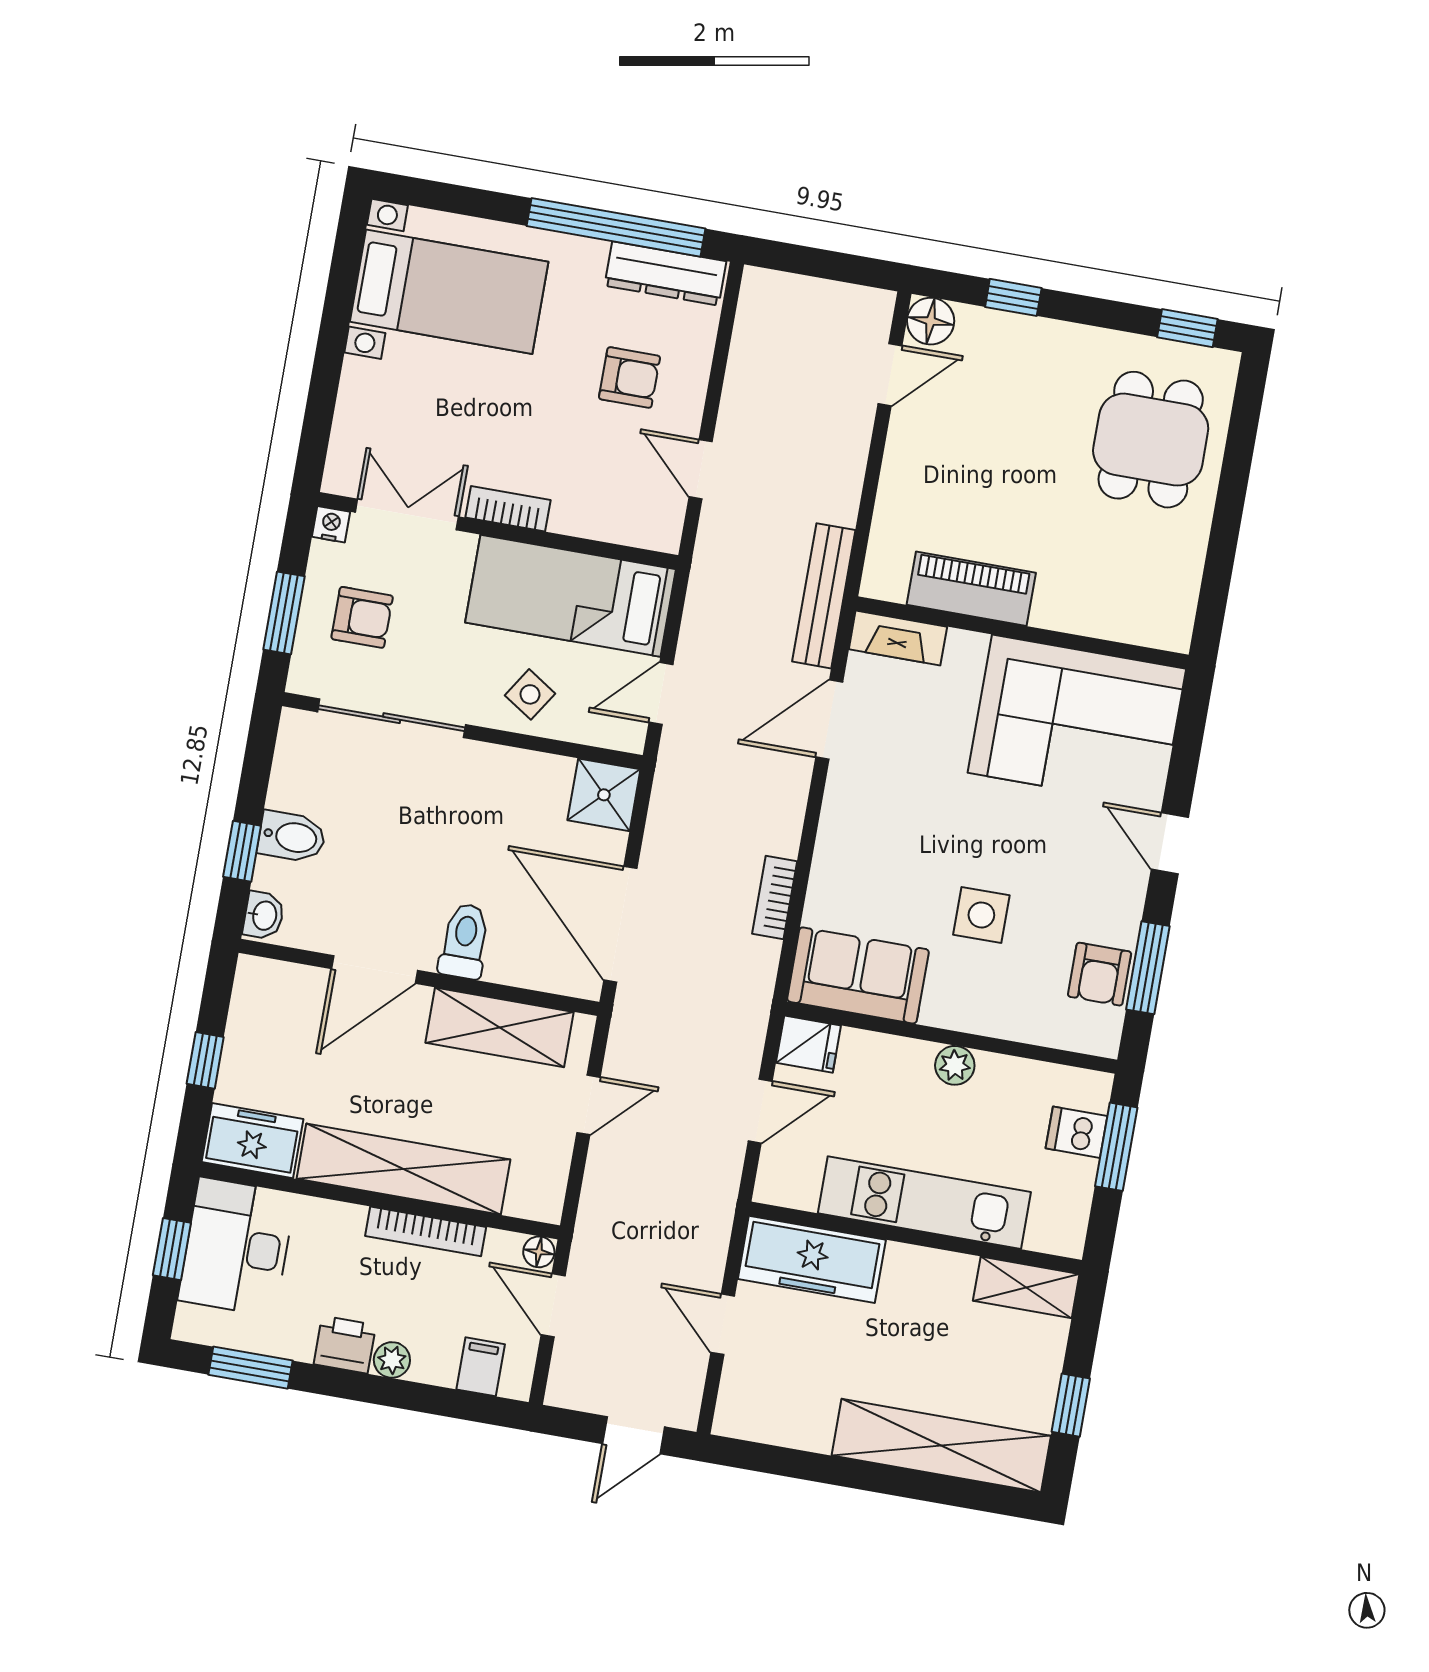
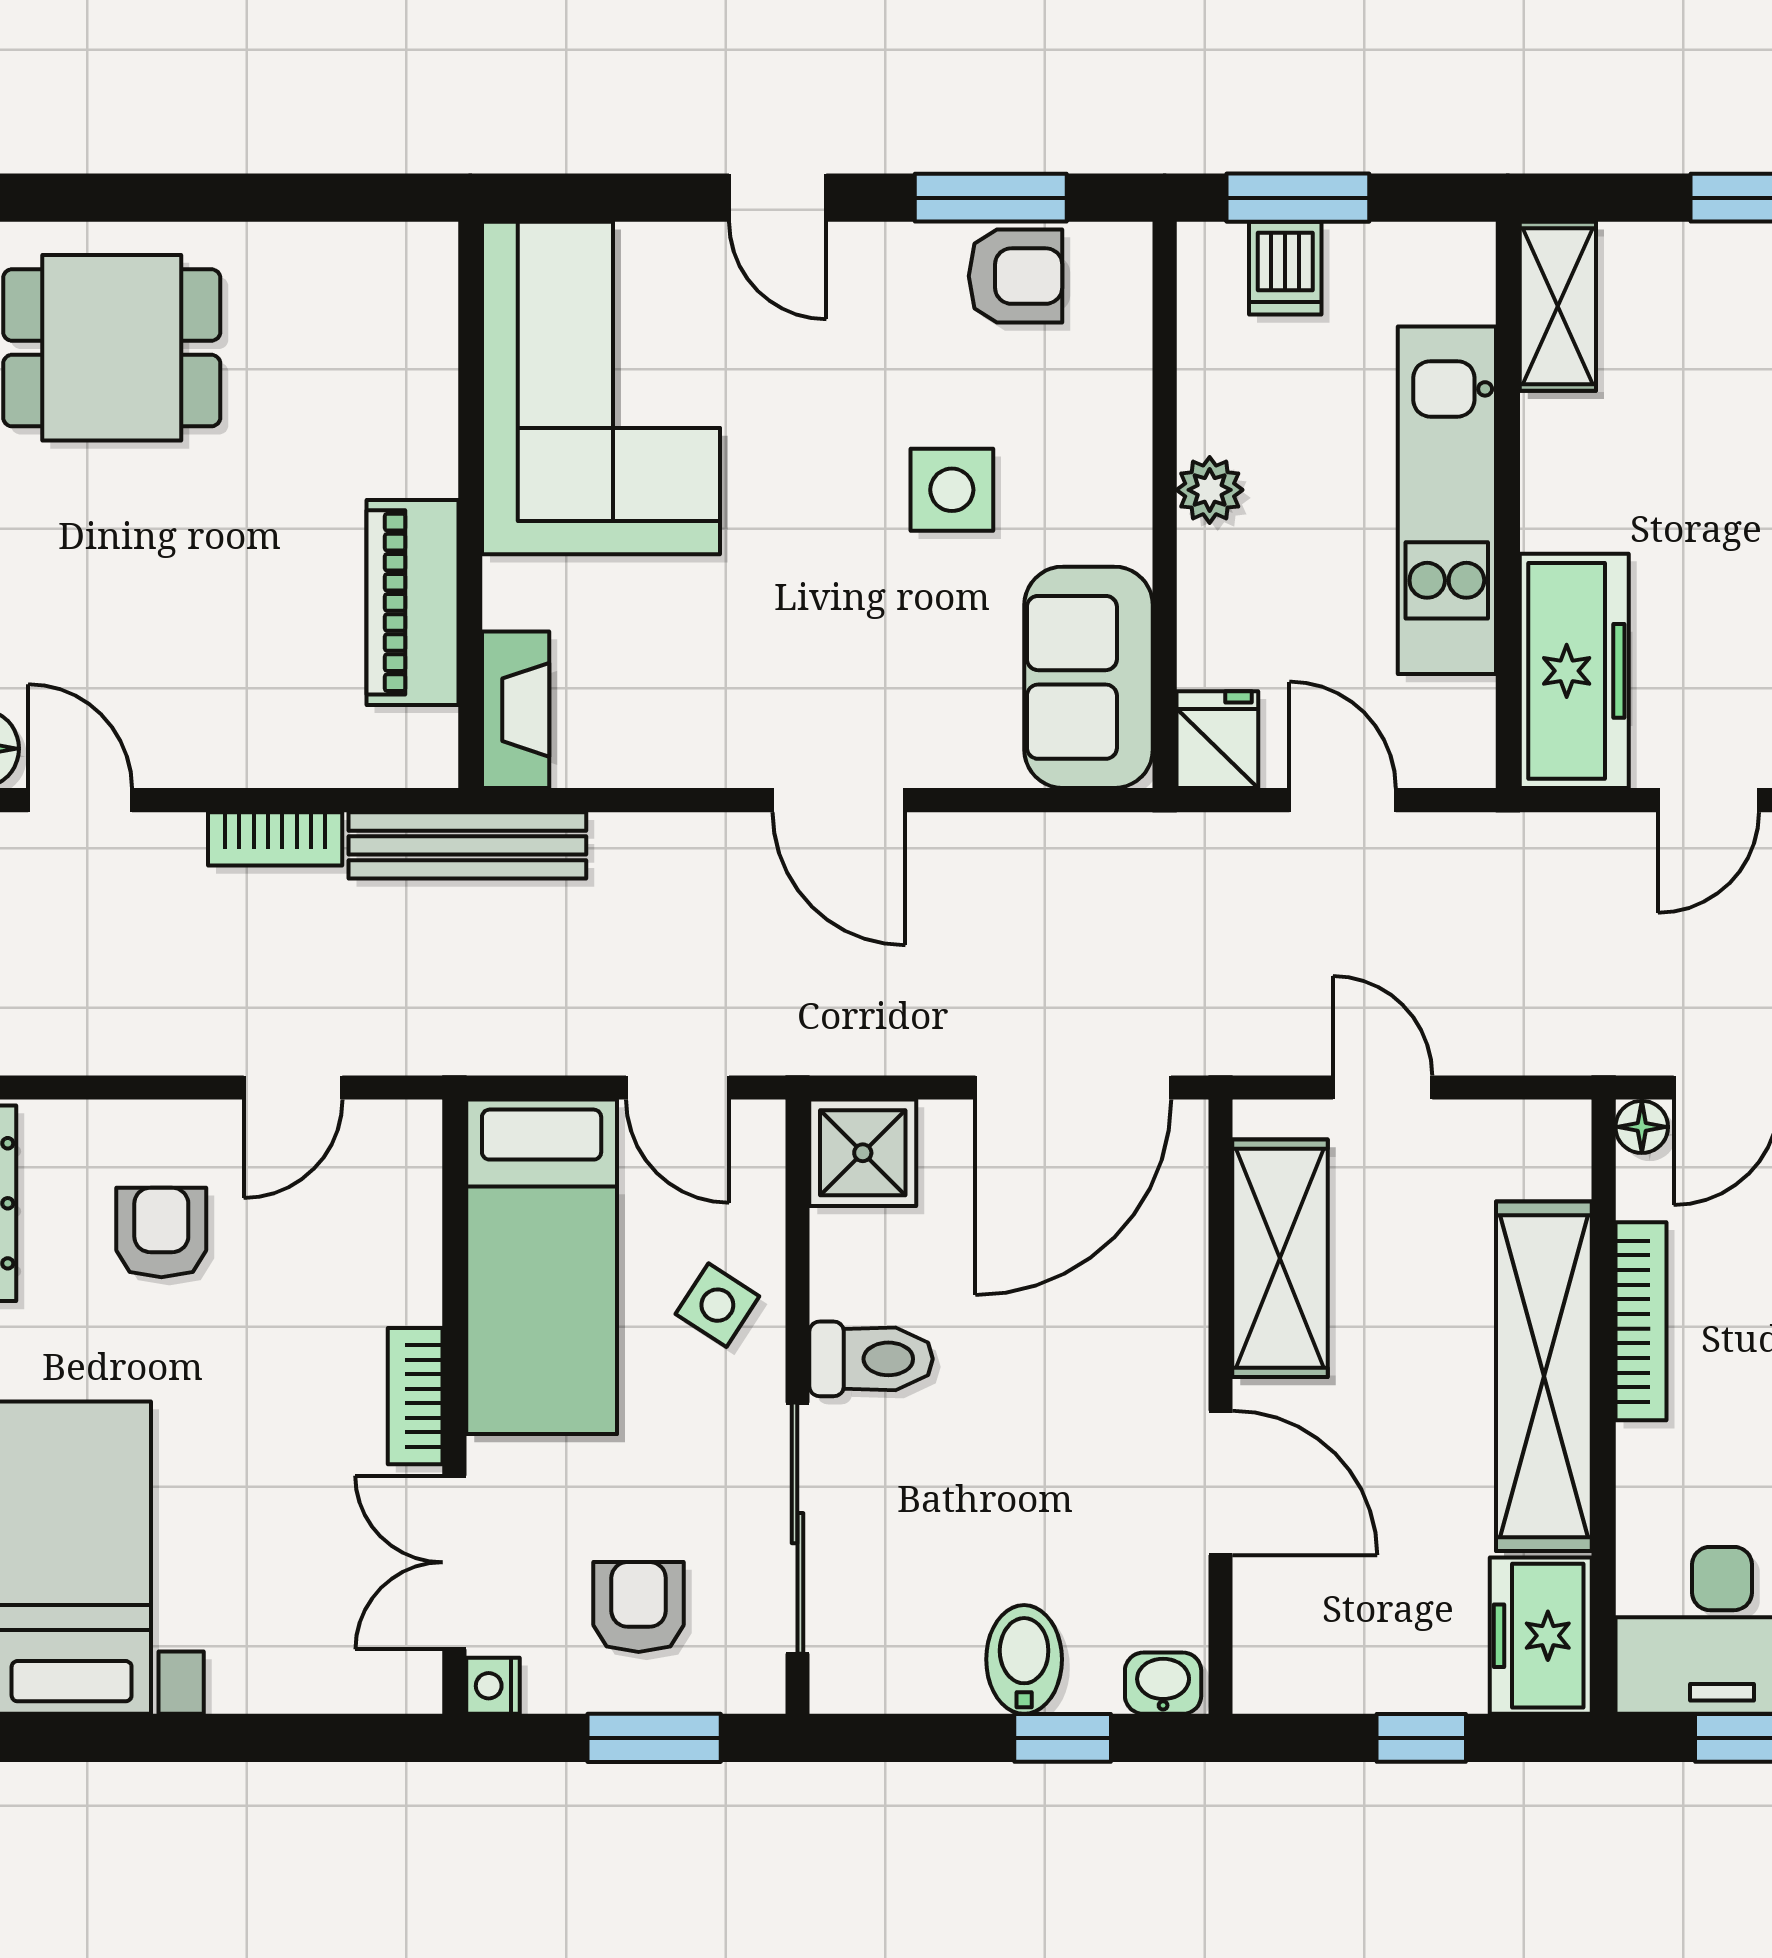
door: (829, 720) -> (839, 800), moved
door: (1170, 843) -> (778, 198), hinge flipped
bookcase: (775, 898) -> (275, 839), moved
toilet: (464, 941) -> (871, 1359), moved, turned 180

